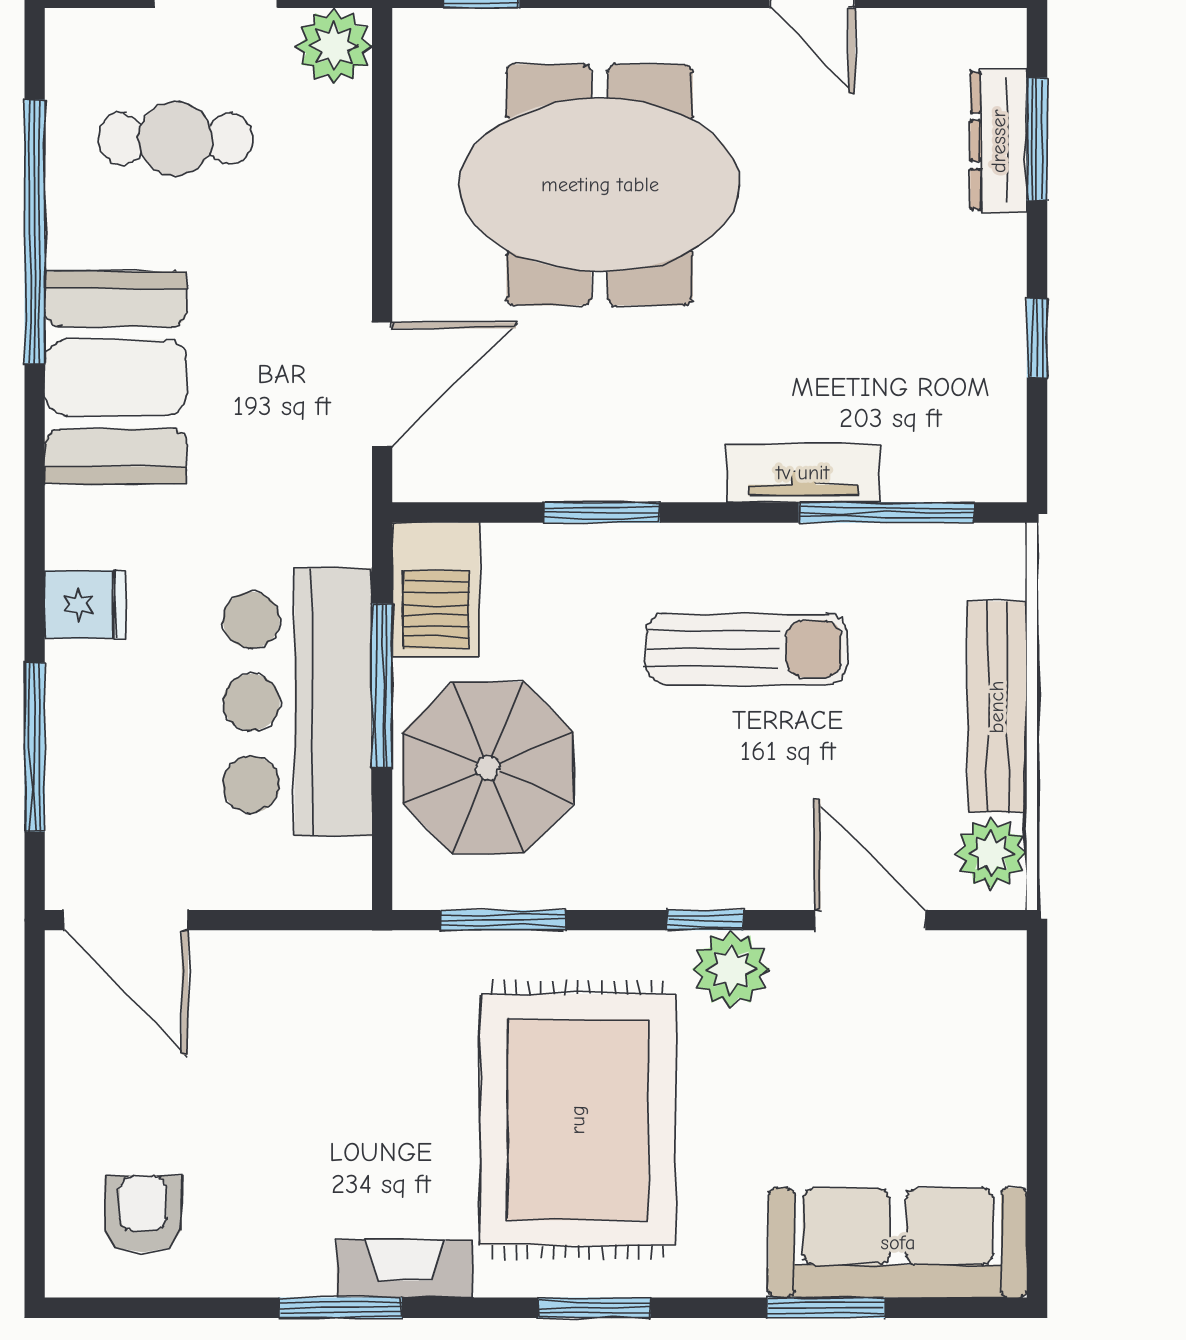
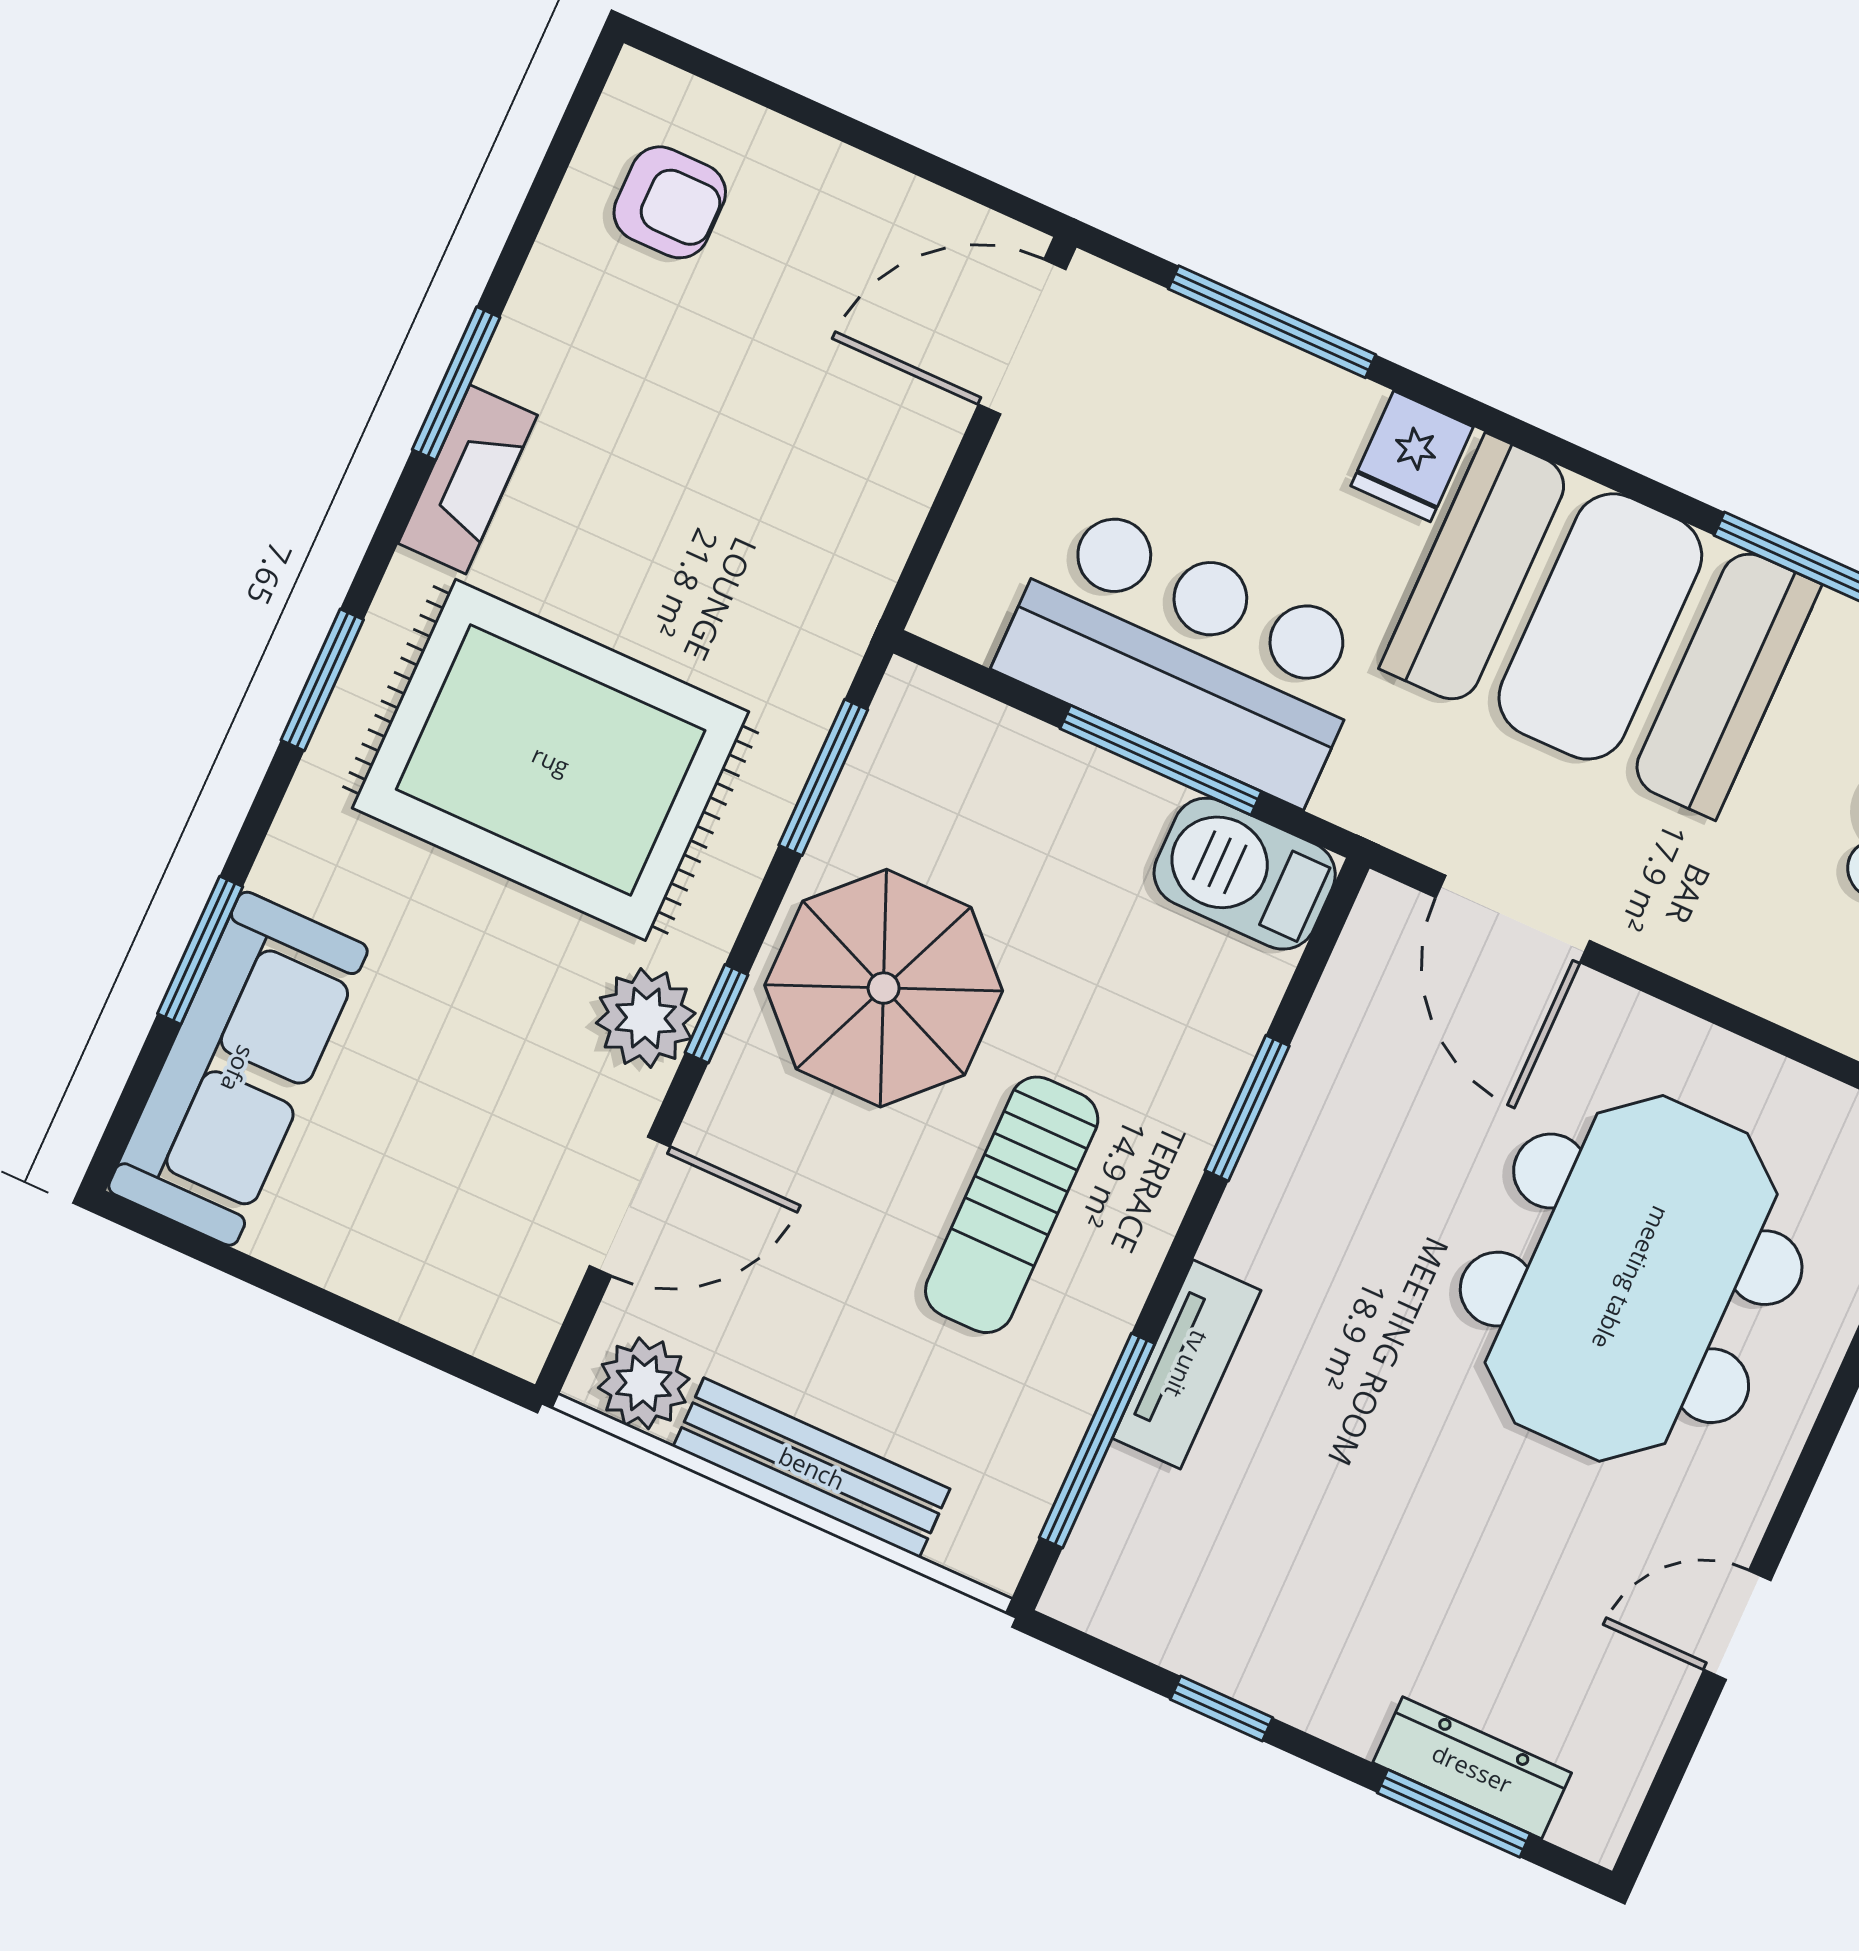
booth: (116, 378) -> (1600, 626), width x1.36, depth x1.42
parasol: (488, 768) -> (884, 988), moved

